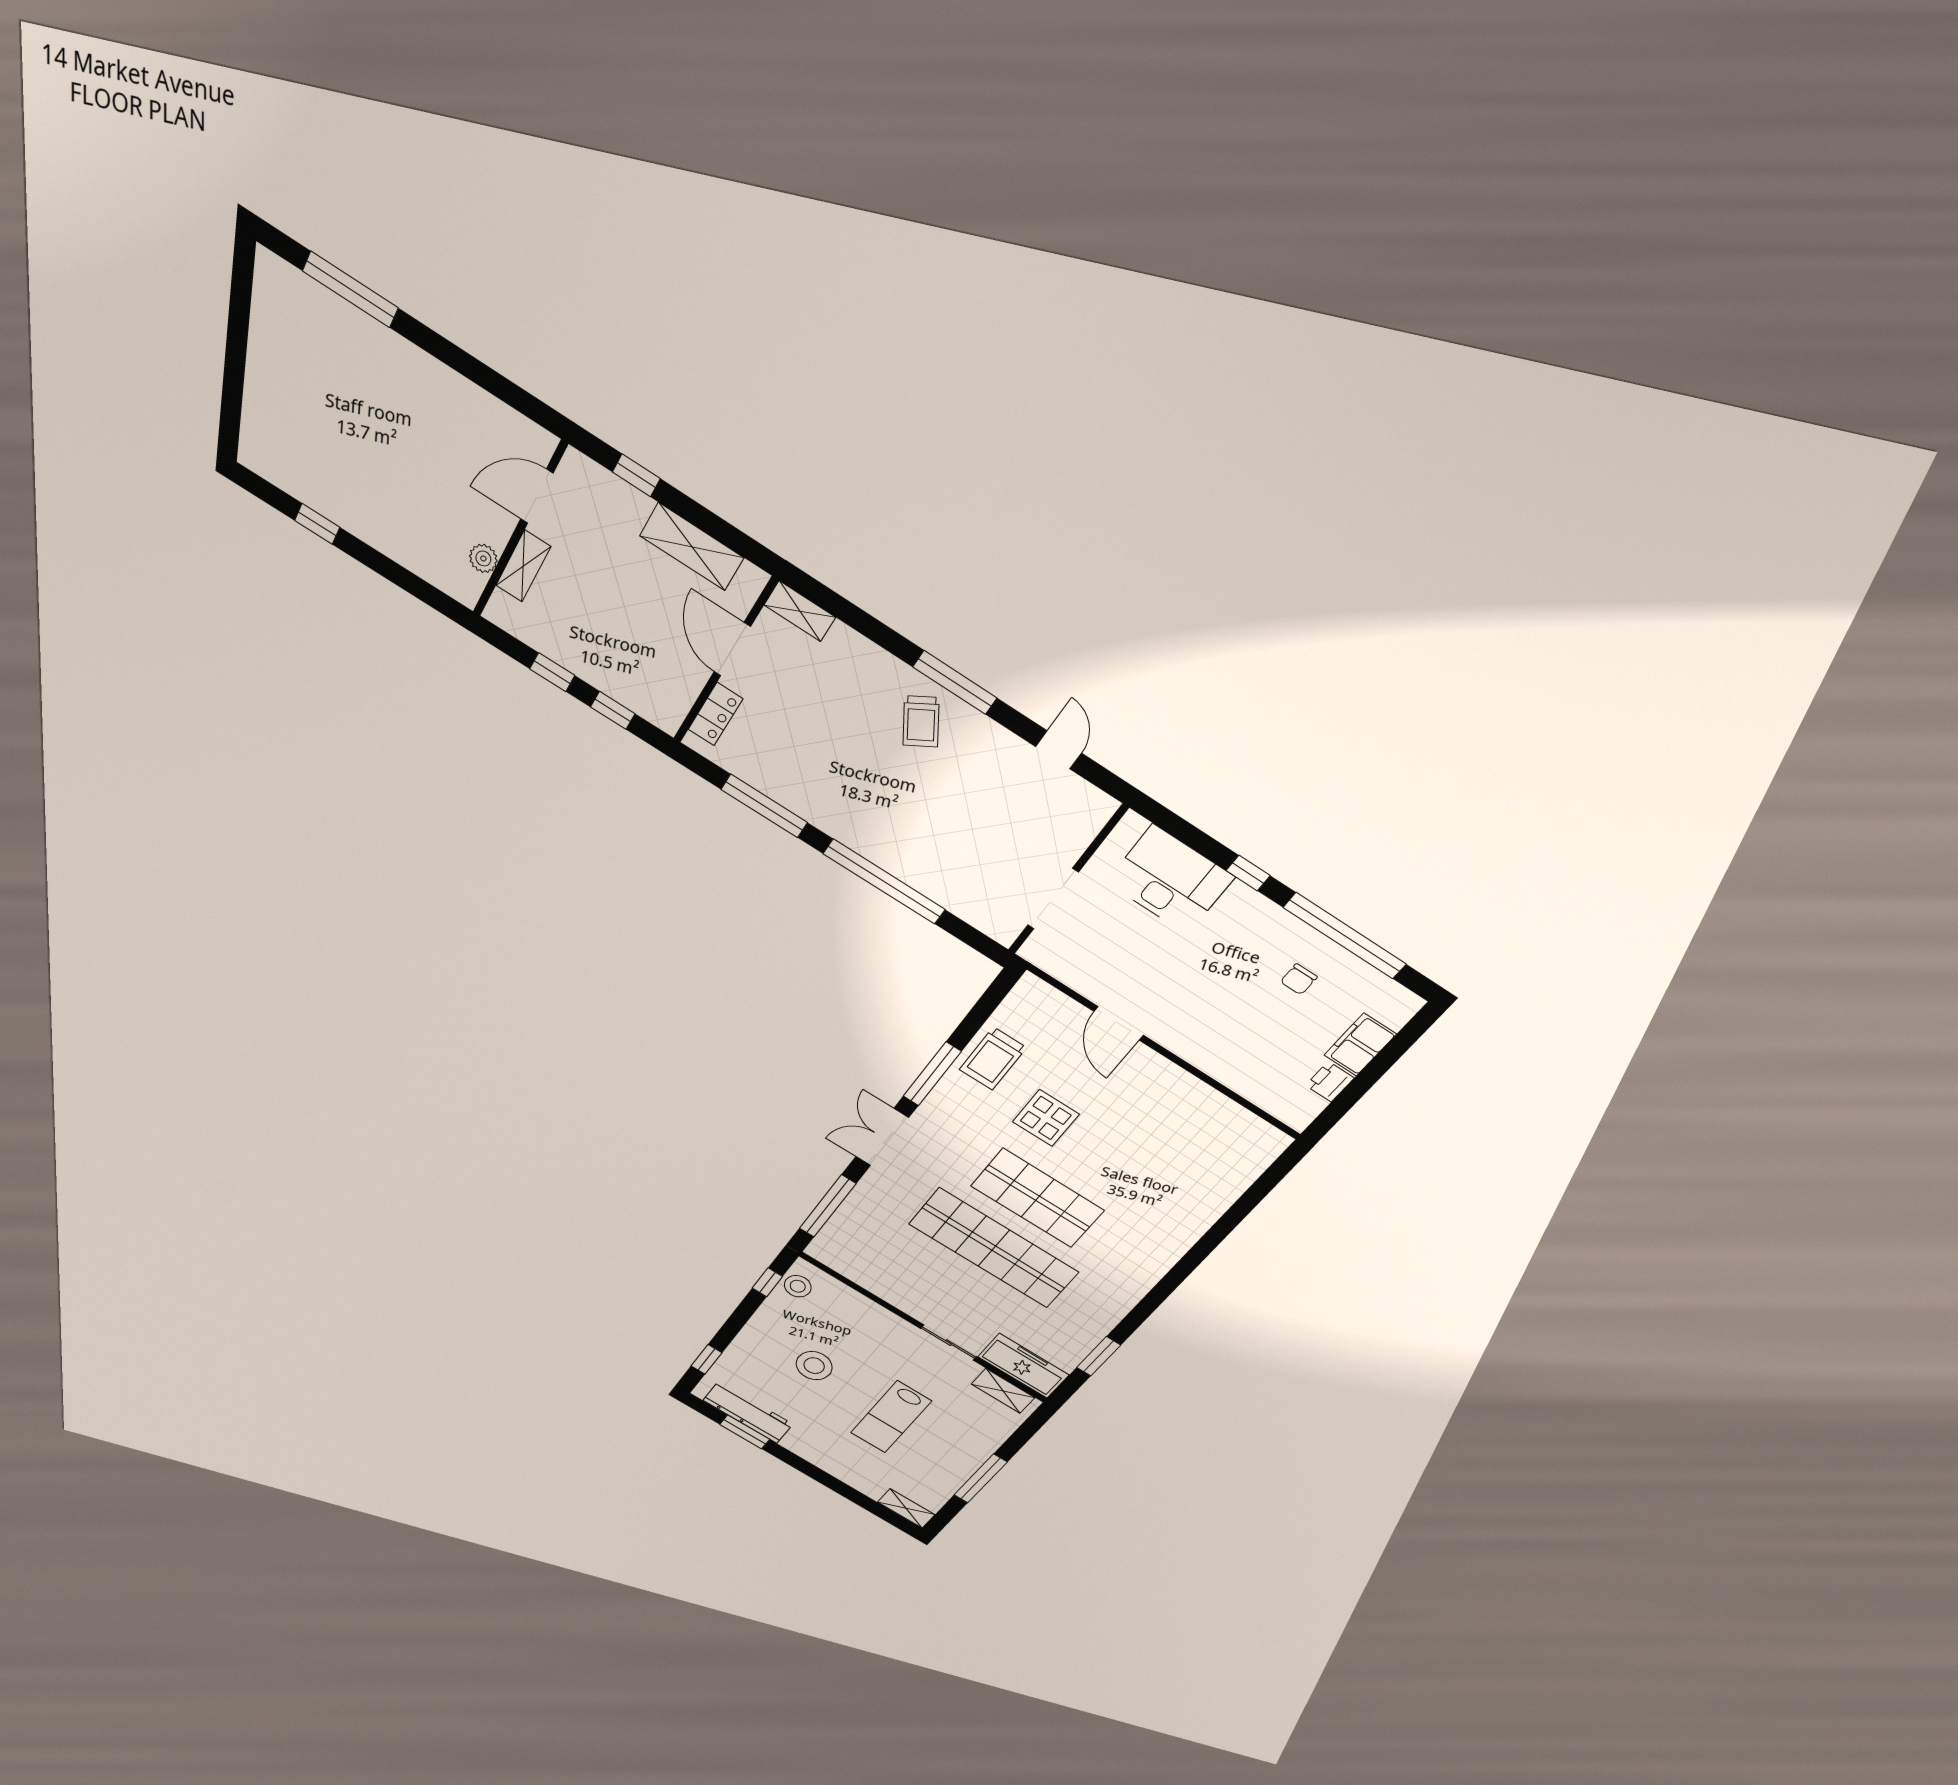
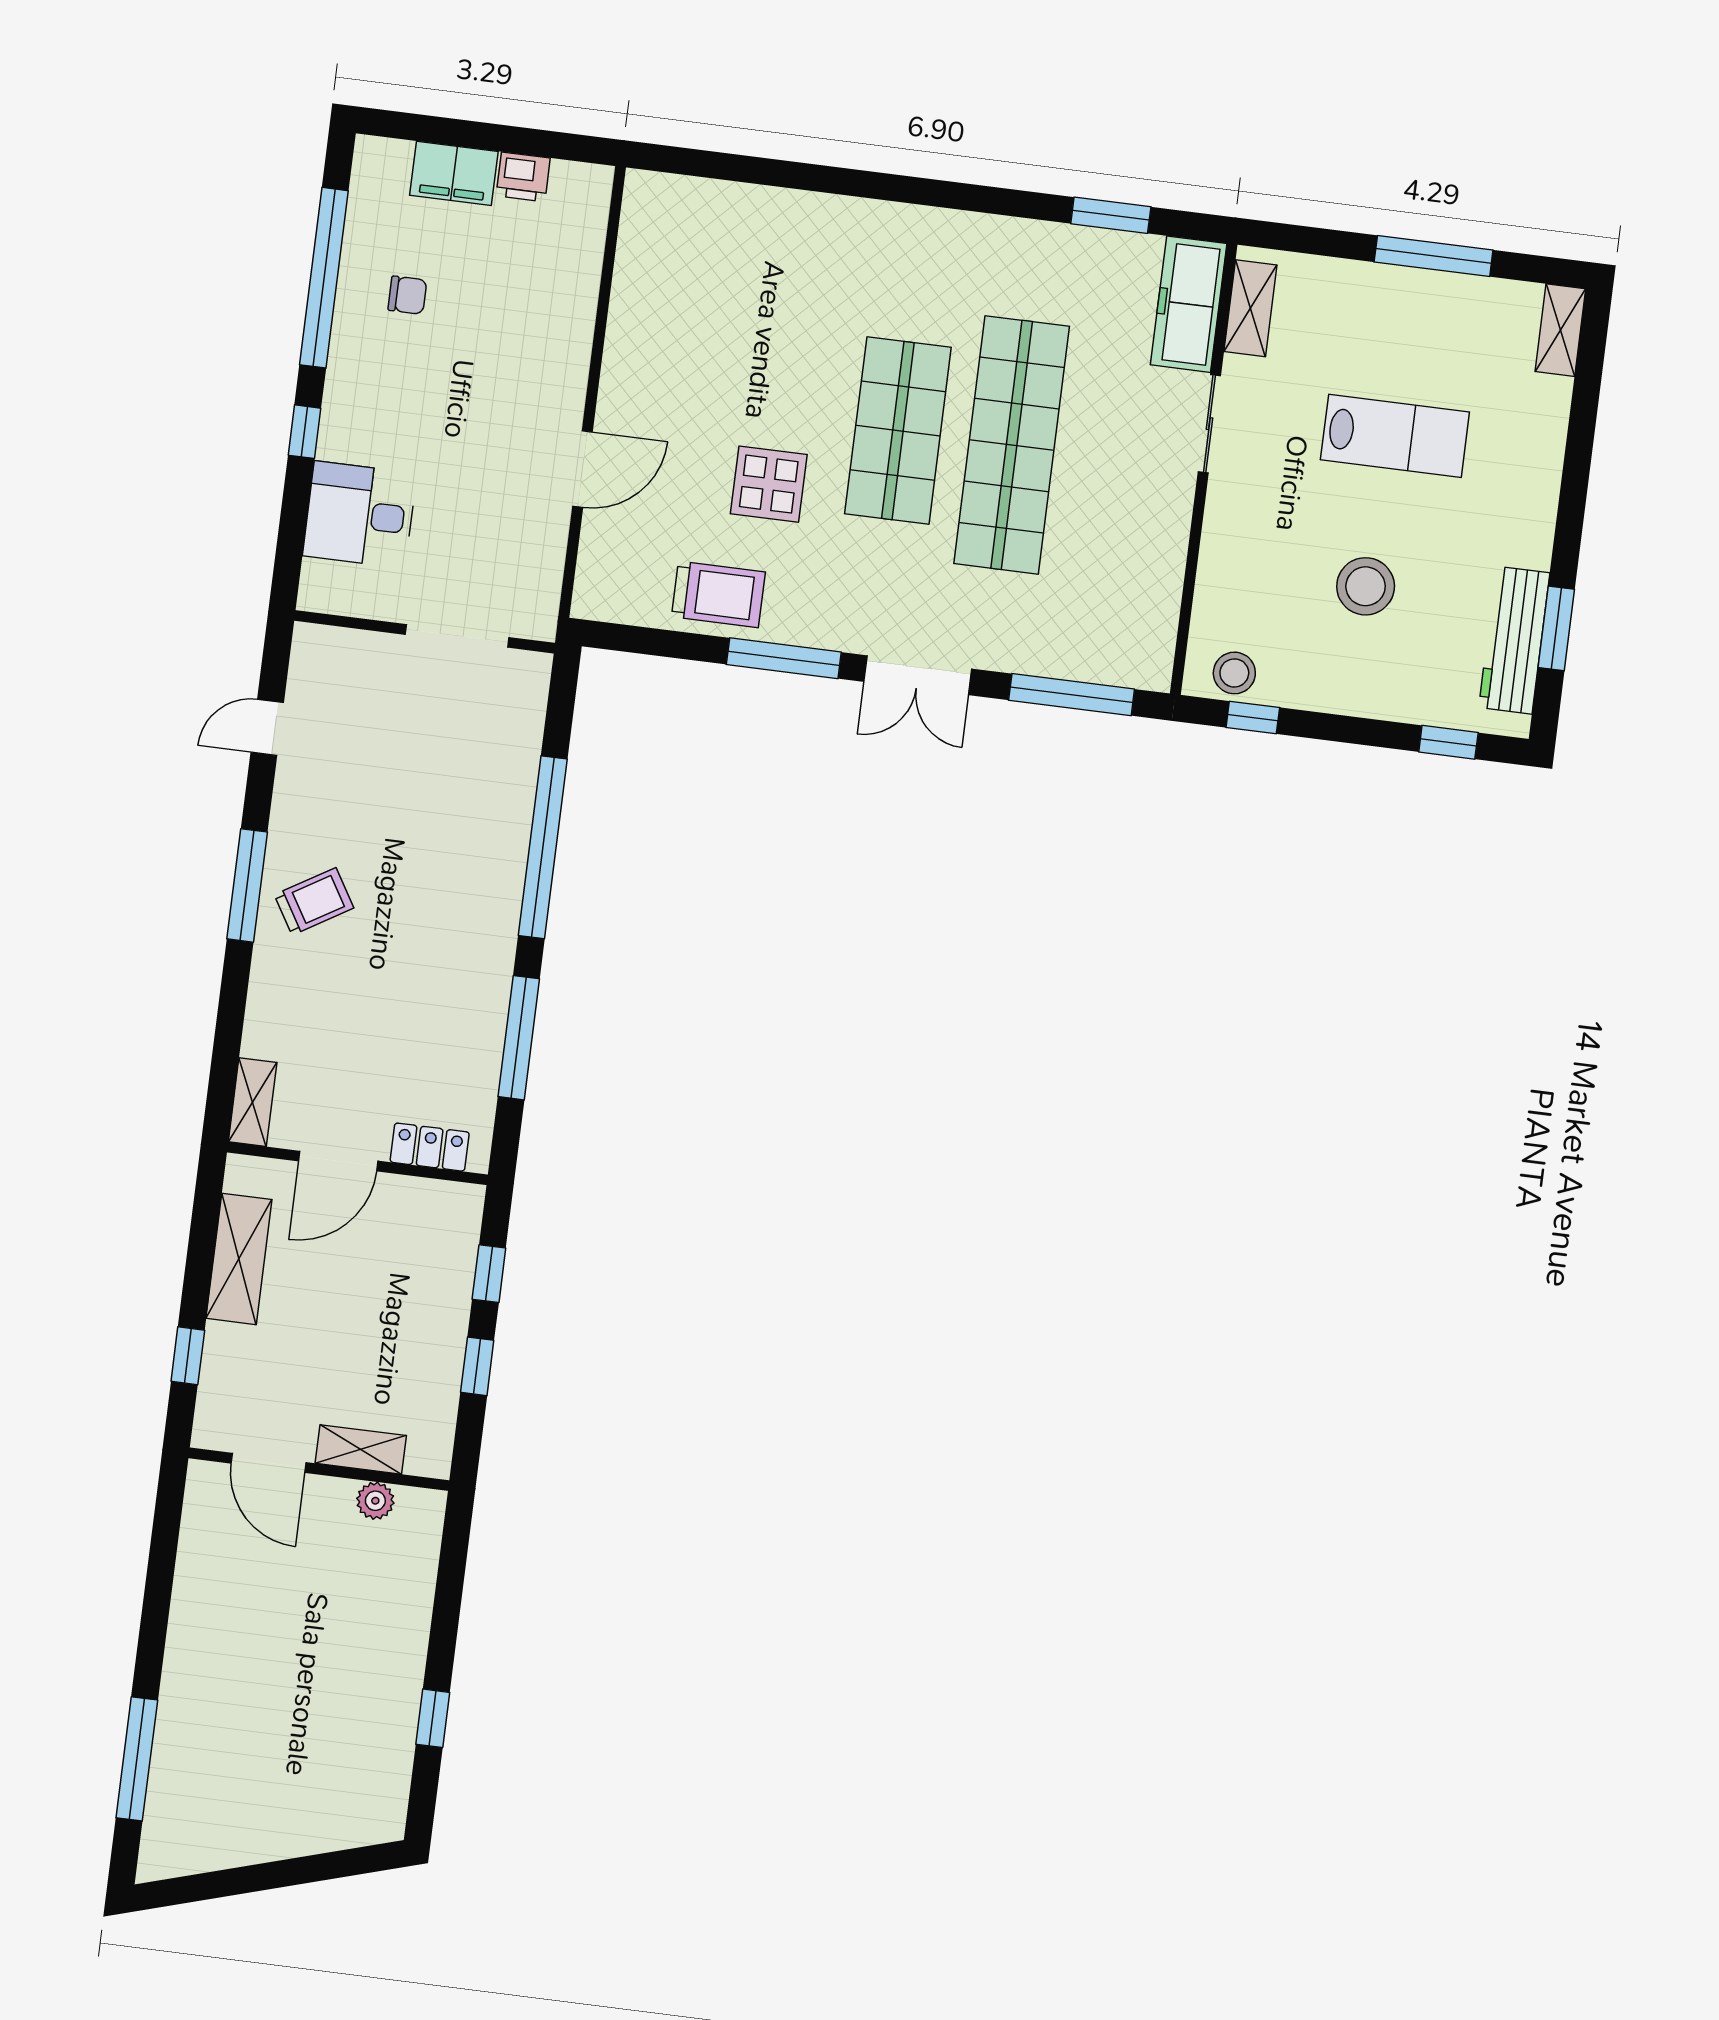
desk: (1170, 880) -> (360, 515), width x0.73

